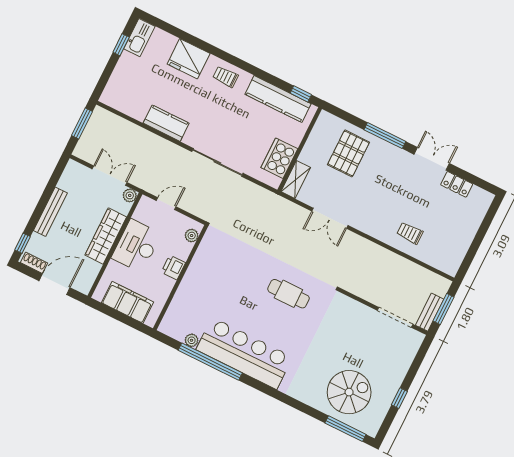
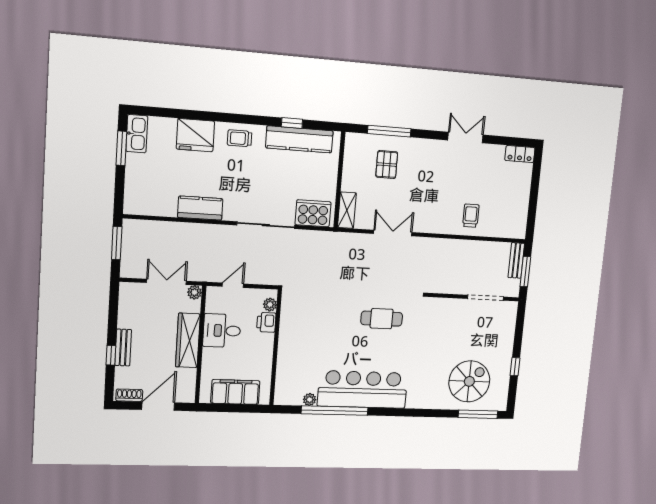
window: (121, 45) -> (121, 148), width x1.50
window: (301, 94) -> (292, 123), moved
window: (385, 136) -> (389, 131), moved
pallet: (348, 153) -> (387, 165), width x0.67, depth x0.71
cooker: (279, 158) -> (313, 213), moved, turned 90
locker: (457, 184) -> (520, 154), moved
bench: (50, 212) -> (123, 348), width x0.73
double door: (330, 218) -> (393, 233), swing flipped
trolley: (410, 233) -> (471, 216), turned 90
window: (23, 243) -> (111, 355), moved
desk: (136, 246) -> (222, 331), width x0.73
printer: (173, 267) -> (266, 322), moved
bench: (430, 312) -> (516, 260), moved

